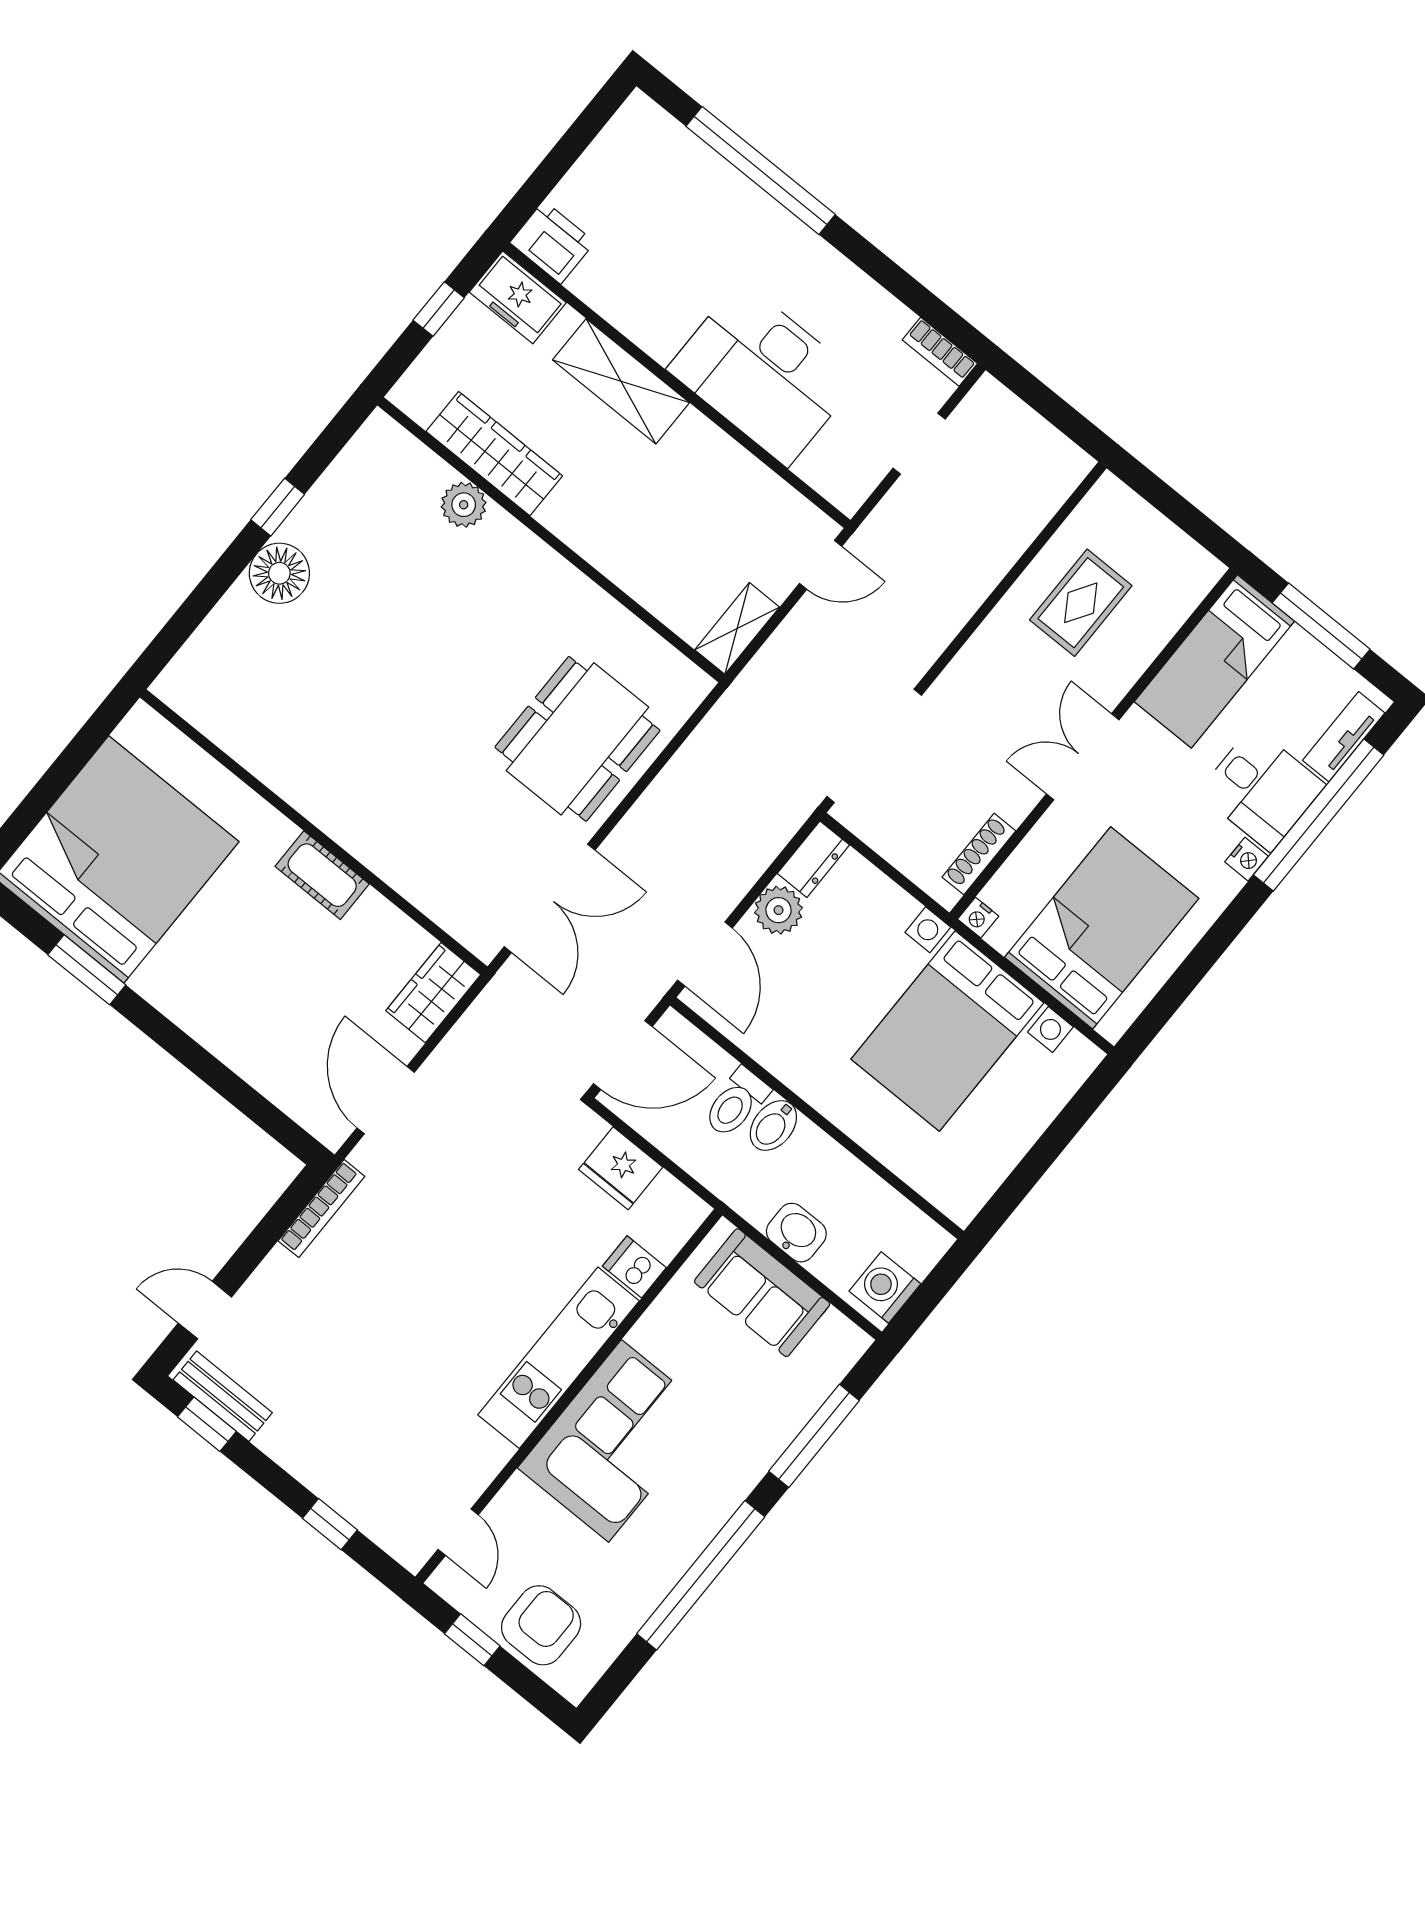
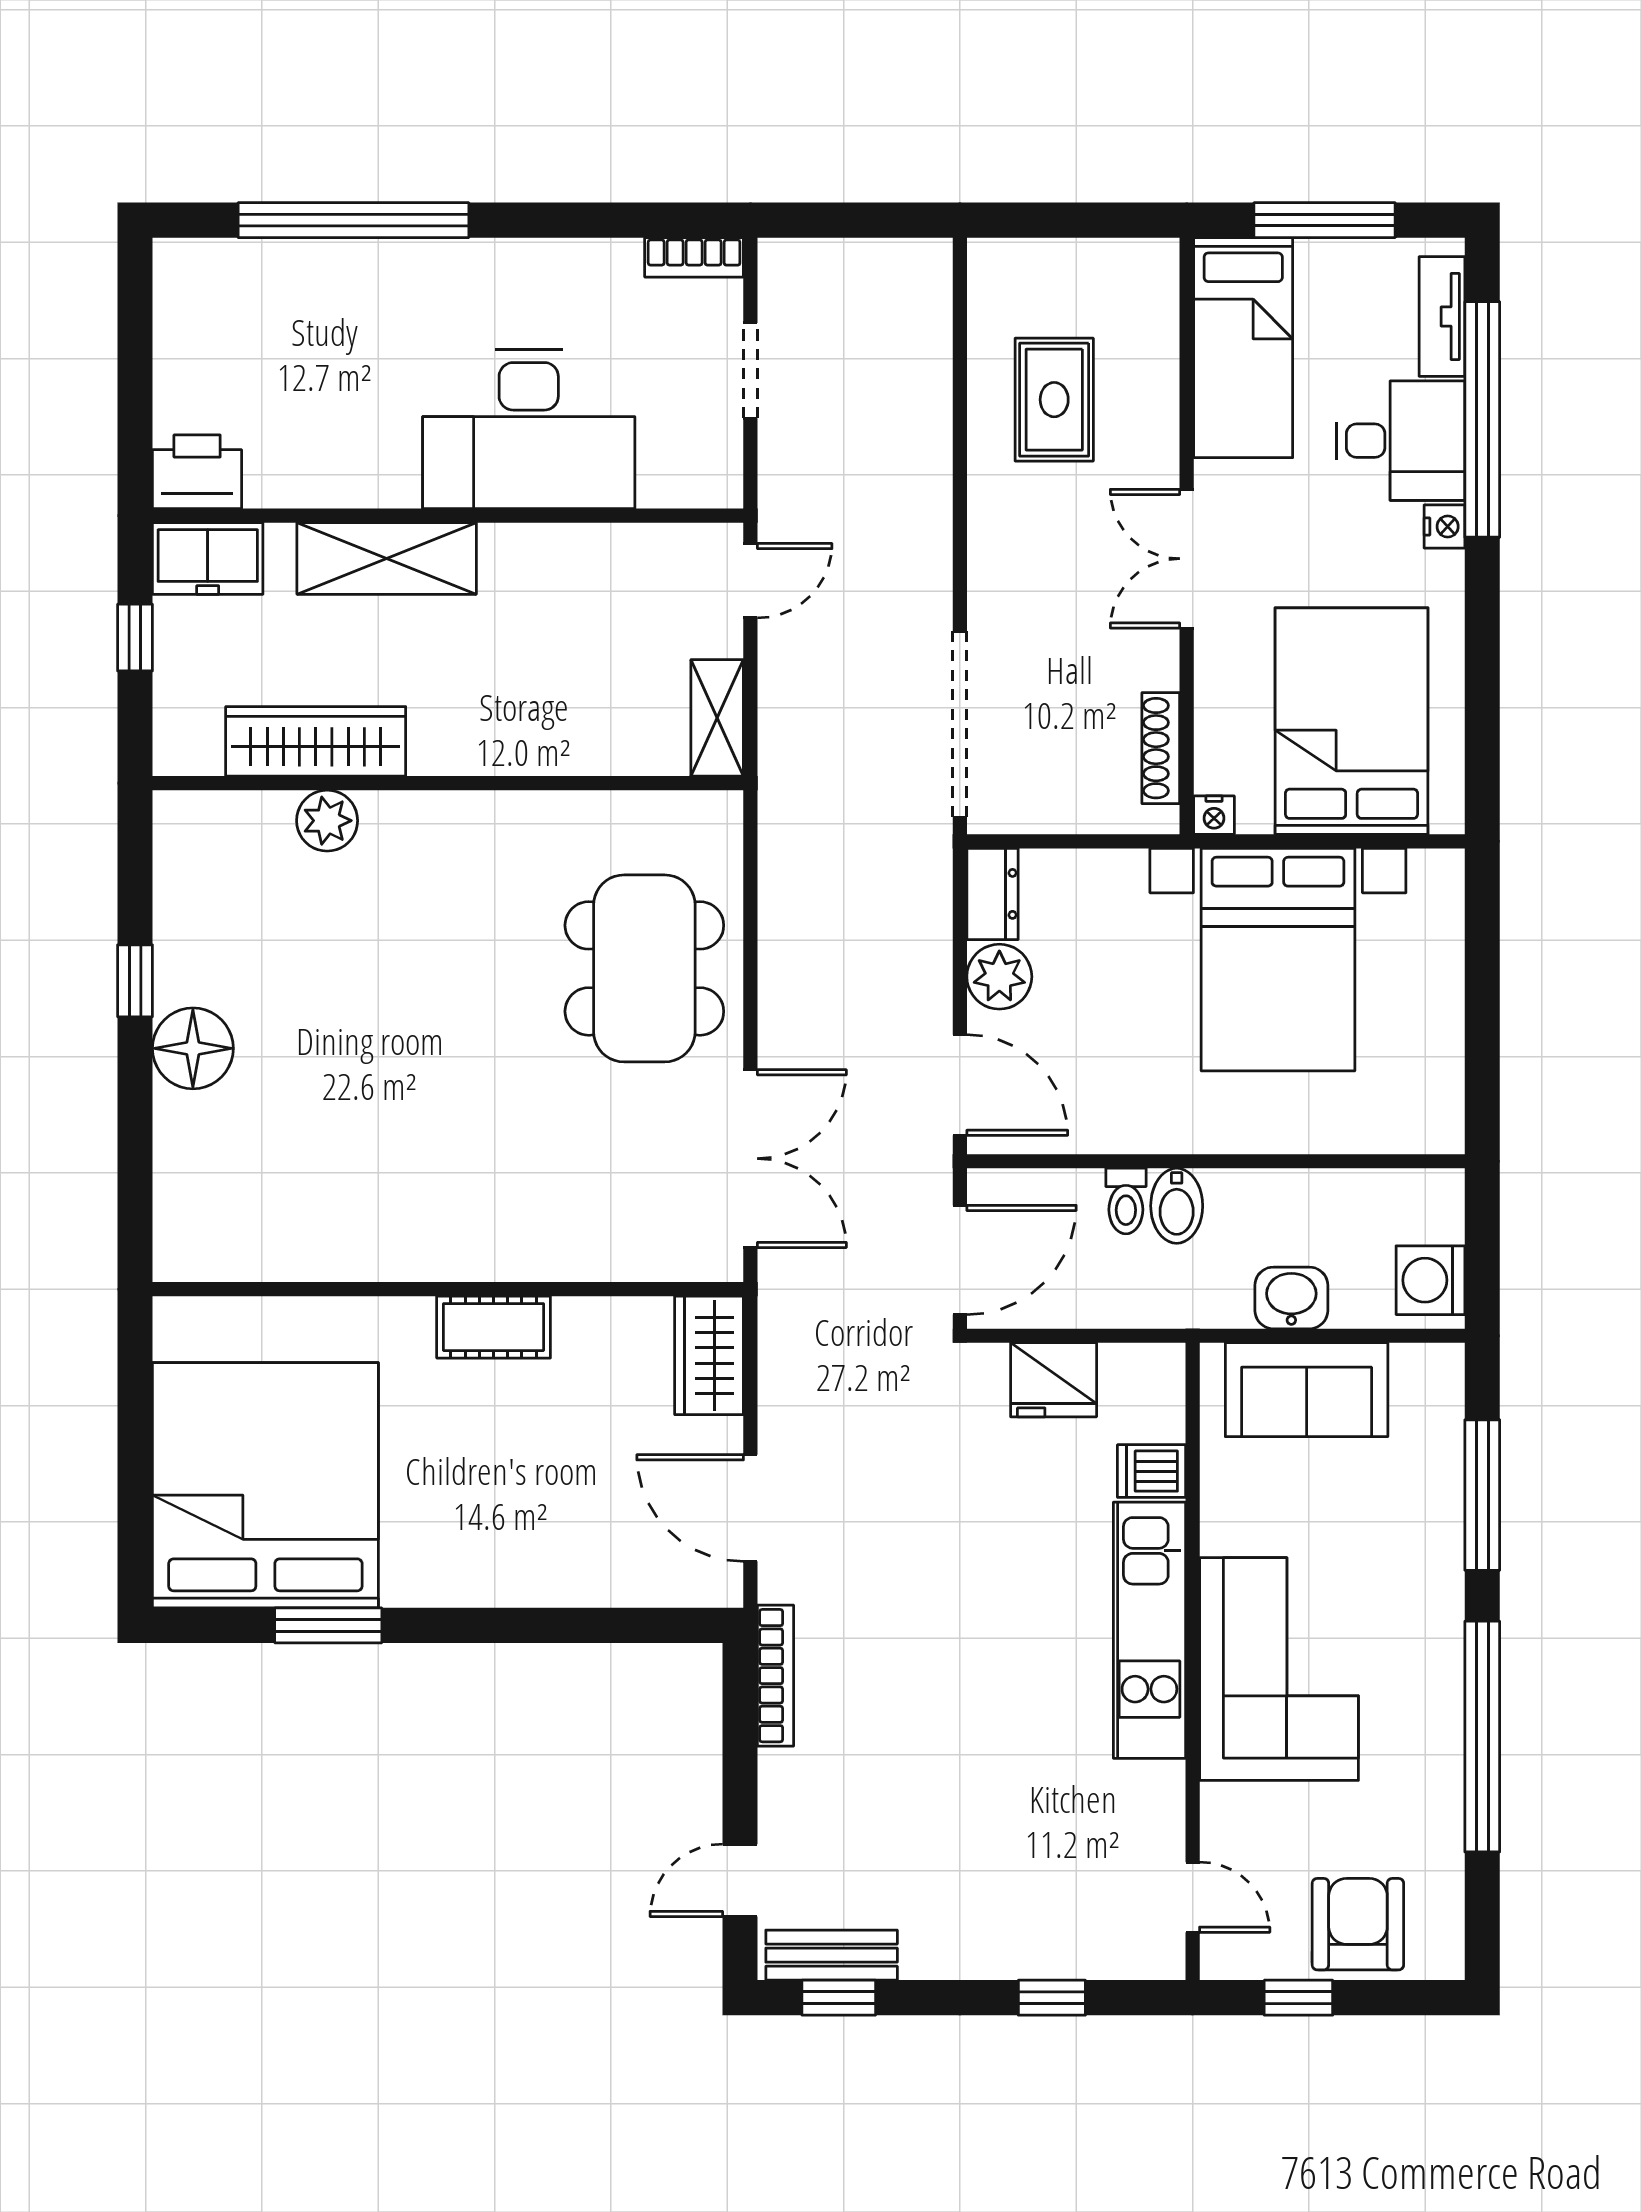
toilet: (736, 1103) -> (1126, 1201), width x0.73, depth x0.72

